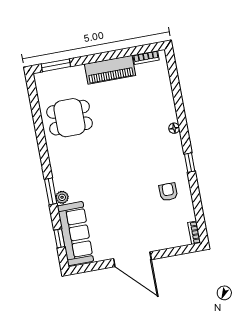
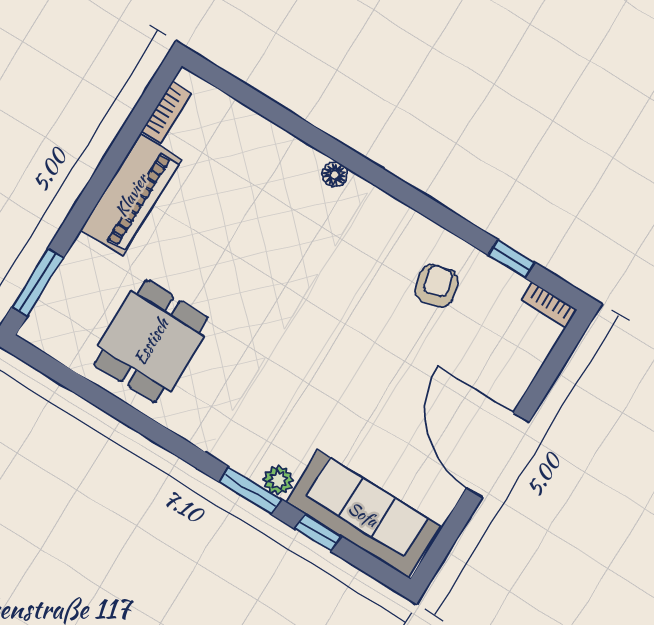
window: (190, 163) -> (511, 259), moved
armchair: (168, 192) -> (437, 286), turned 76
window: (59, 238) -> (318, 532), moved
door: (132, 259) -> (498, 455), swing flipped

